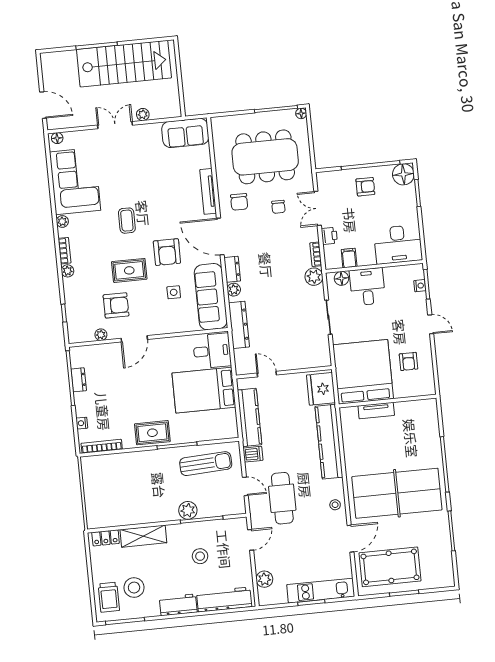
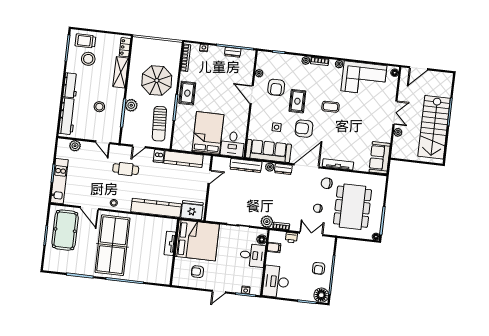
parasol: (144, 481) -> (157, 80), added
cafe table: (282, 498) -> (126, 169), width x0.73, depth x0.74

